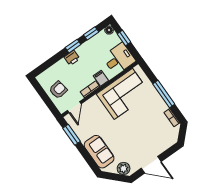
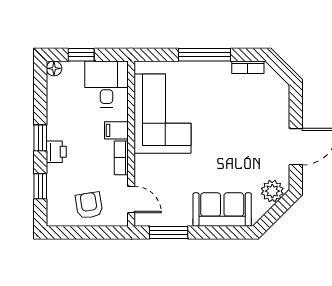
window: (91, 33) -> (40, 186), moved

